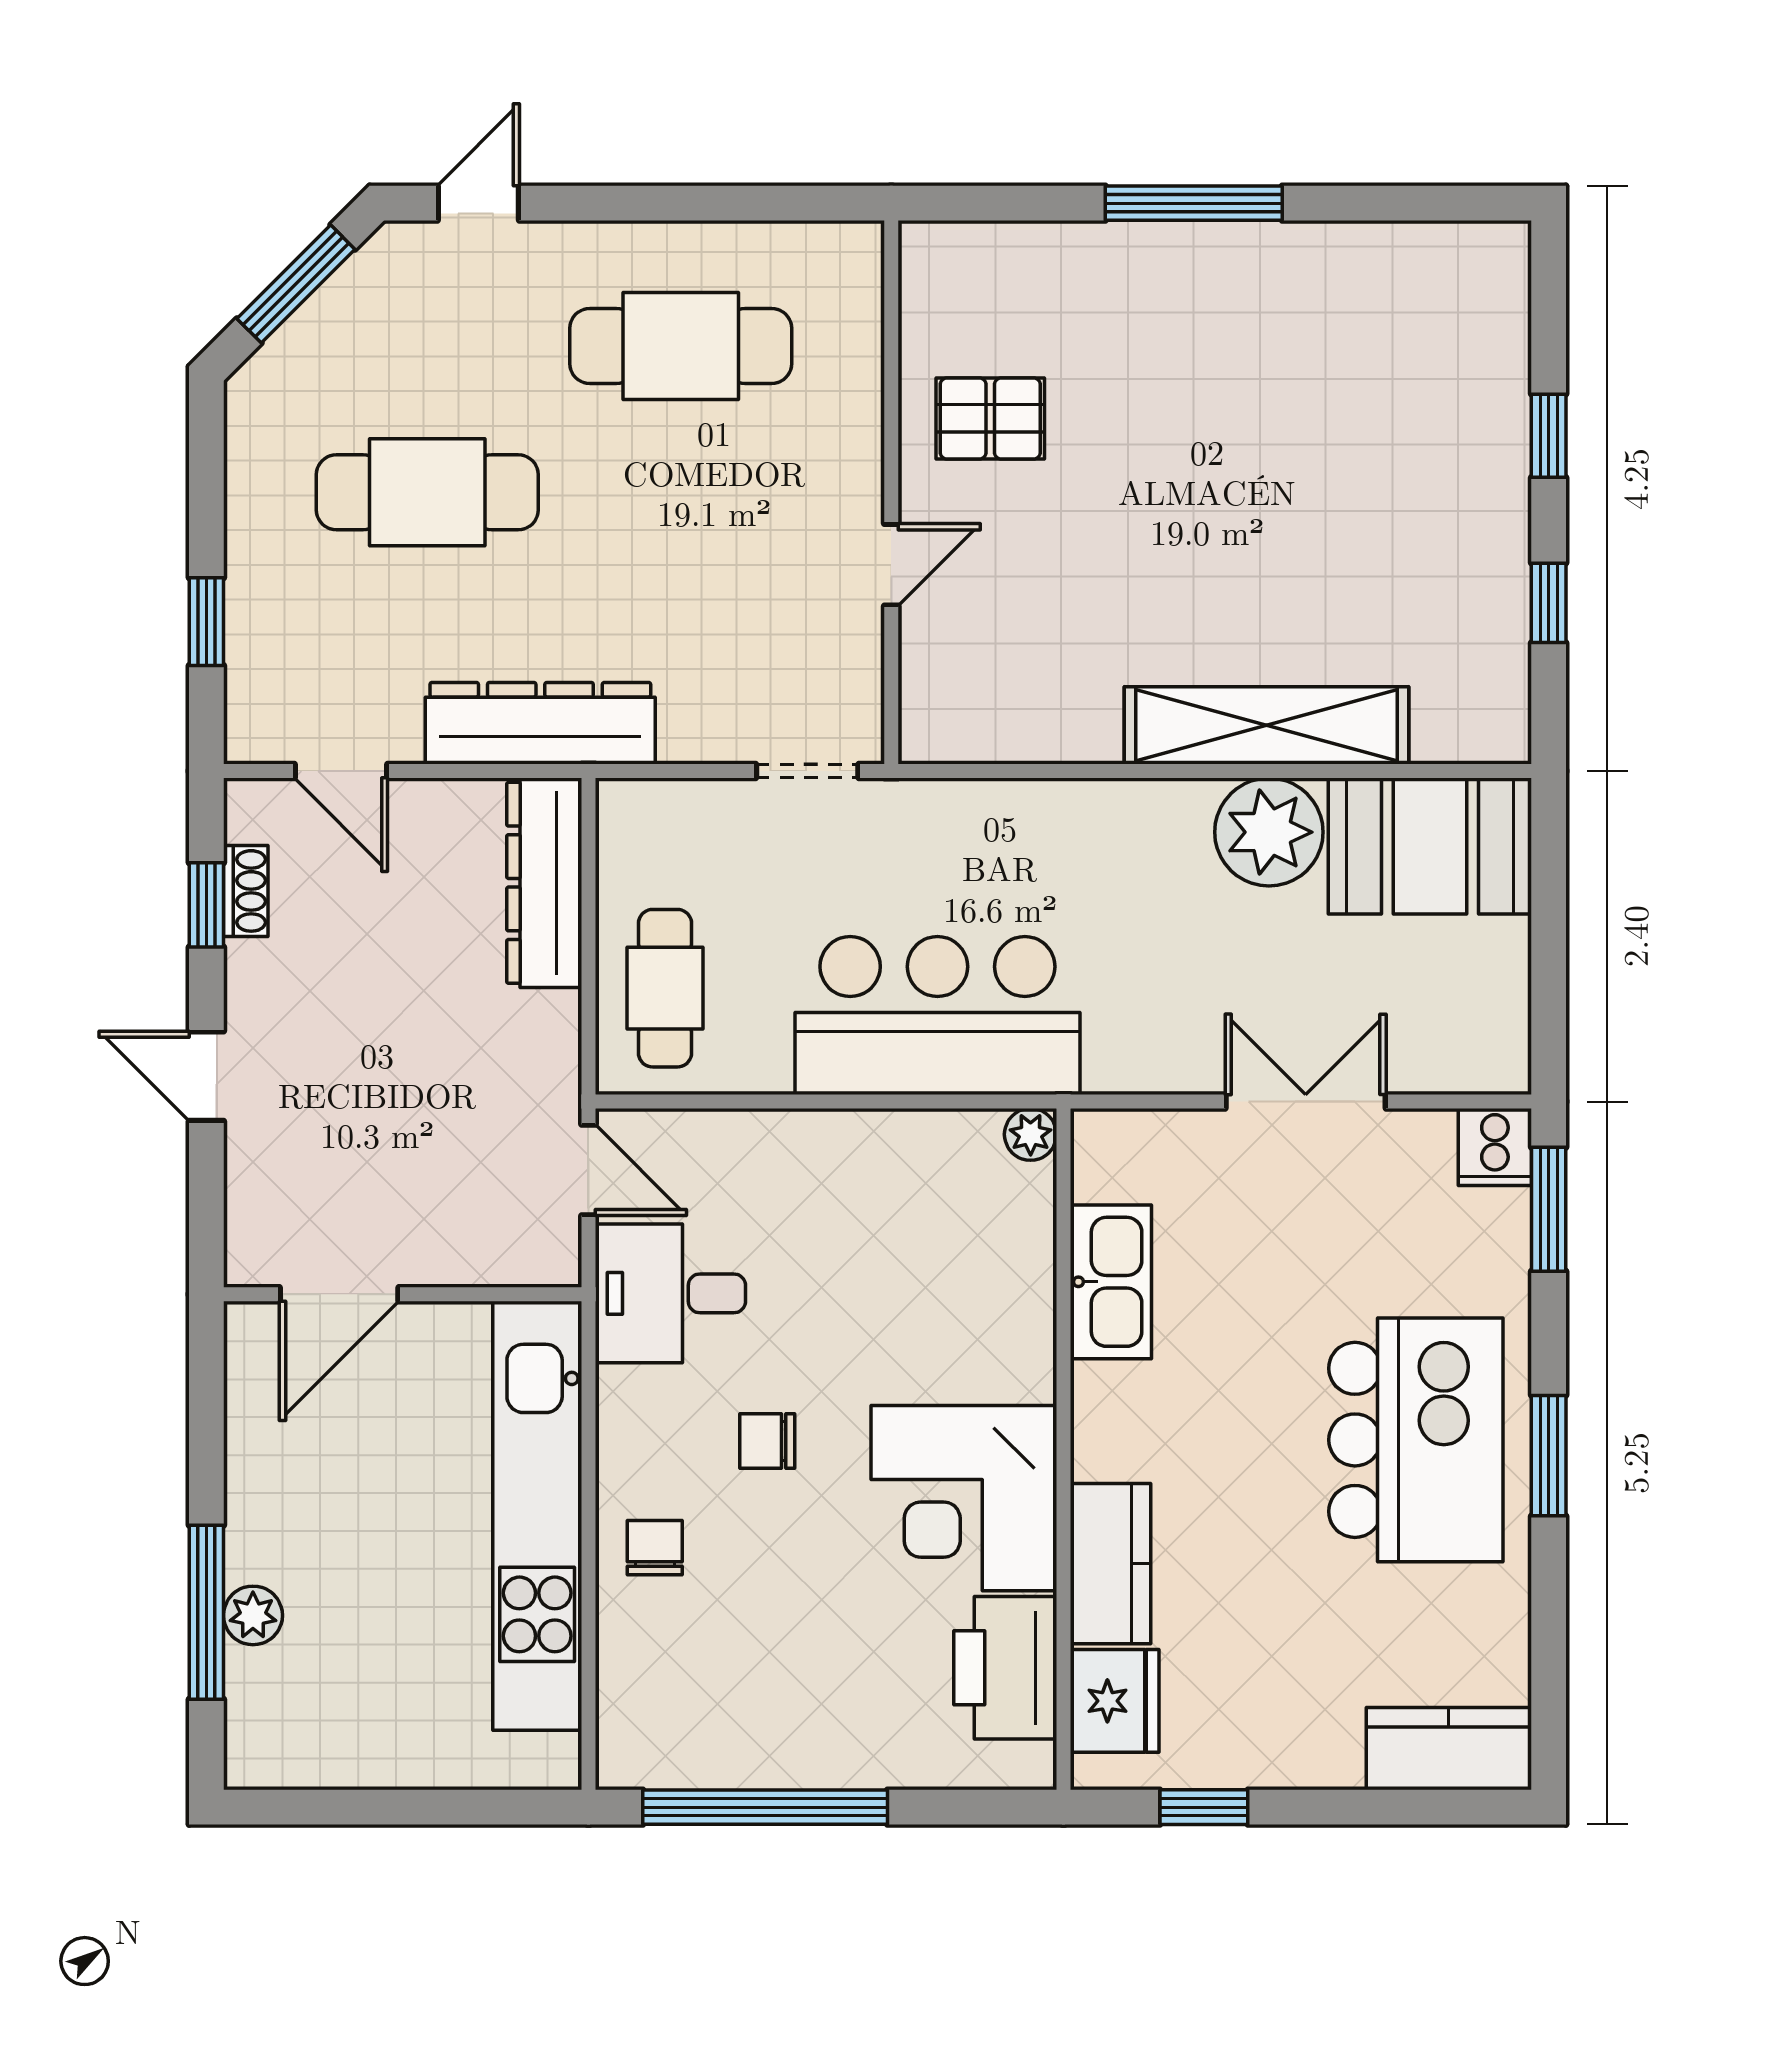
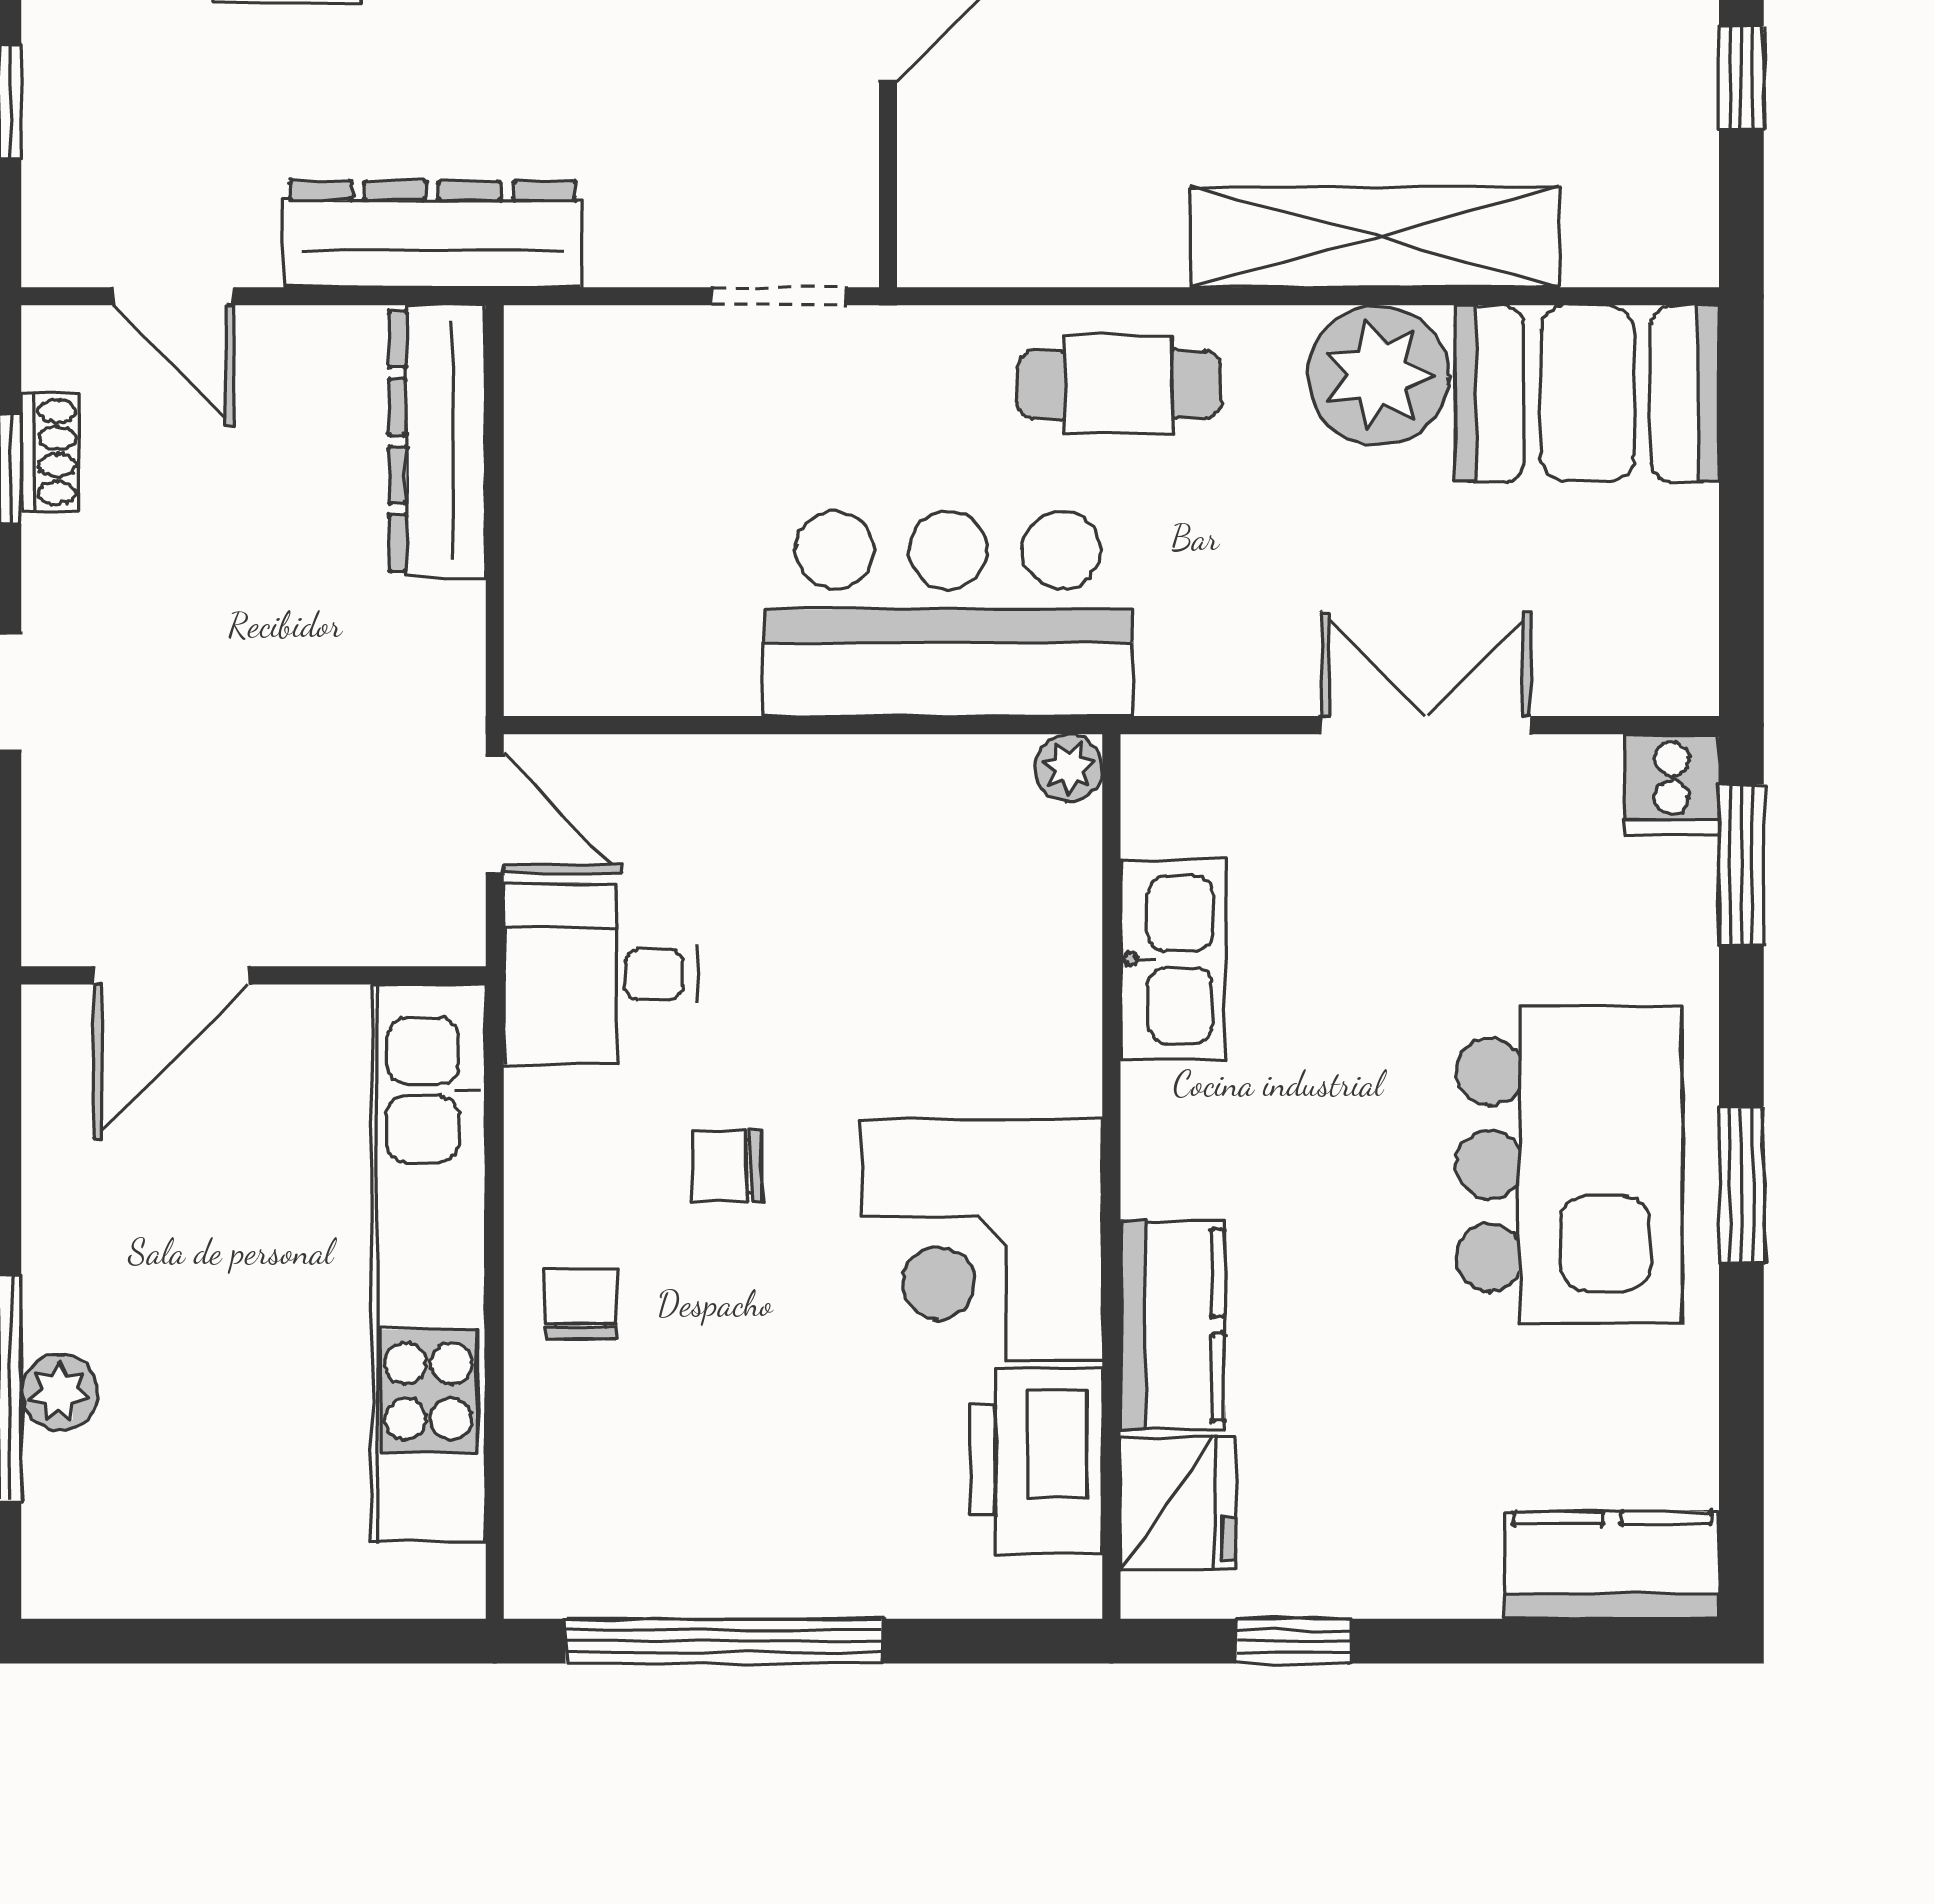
cafe table: (665, 988) -> (1119, 385), moved, turned 90

